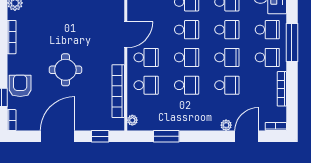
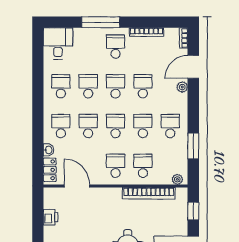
school desk: (267, 30) -> (170, 126), moved
door: (126, 35) -> (77, 186), moved
door: (247, 136) -> (193, 67), hinge flipped

